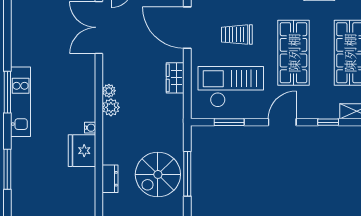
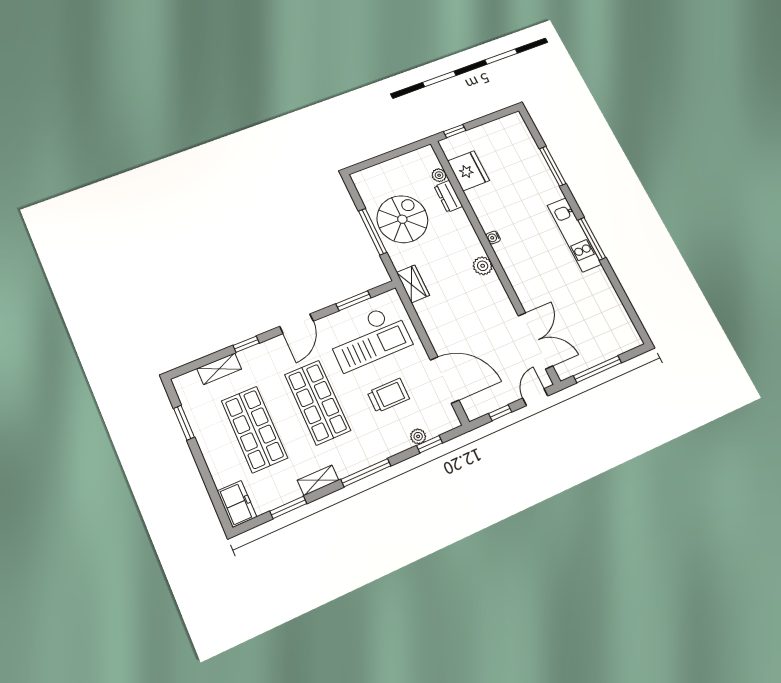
wardrobe: (175, 78) -> (413, 284), moved
plant: (109, 91) -> (439, 175), moved
fridge: (82, 151) -> (468, 171), moved

